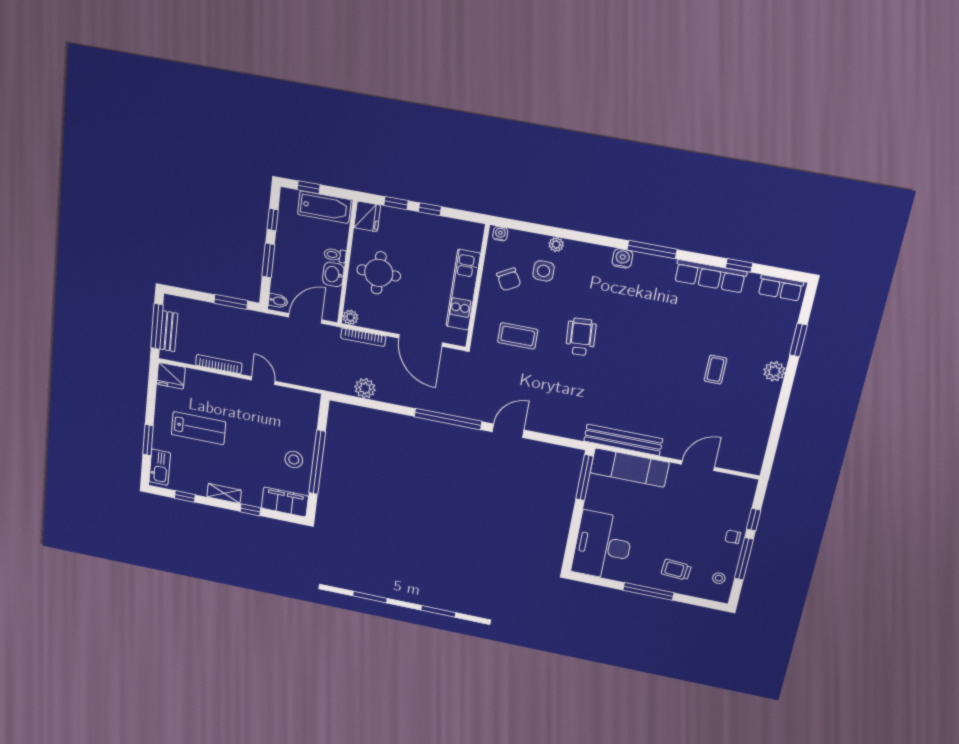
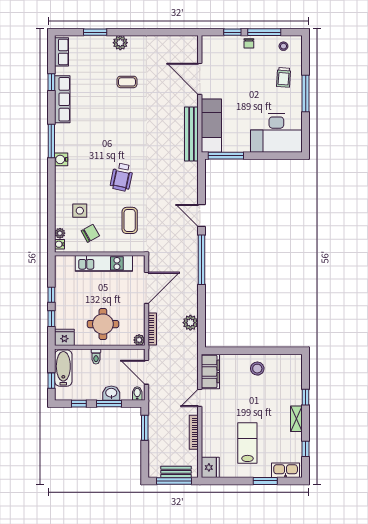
plant: (556, 245) -> (60, 233), moved
washbasin: (333, 274) -> (111, 393), moved, turned 180
wheelchair: (581, 337) -> (122, 177), turned -74
window: (317, 462) -> (256, 351), removed
door: (698, 466) -> (200, 79), width x1.36
filing cabinet: (285, 502) -> (210, 371), moved, turned 180

